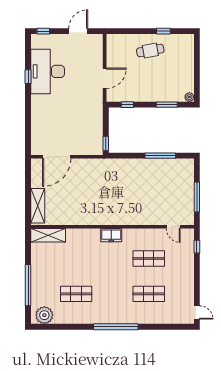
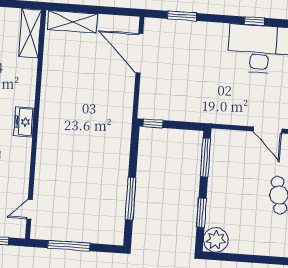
door: (105, 78) -> (268, 130), moved
plant: (189, 97) -> (216, 240), width x1.87, depth x1.87
window: (127, 105) -> (205, 158), width x2.17
window: (28, 128) -> (182, 16), added

